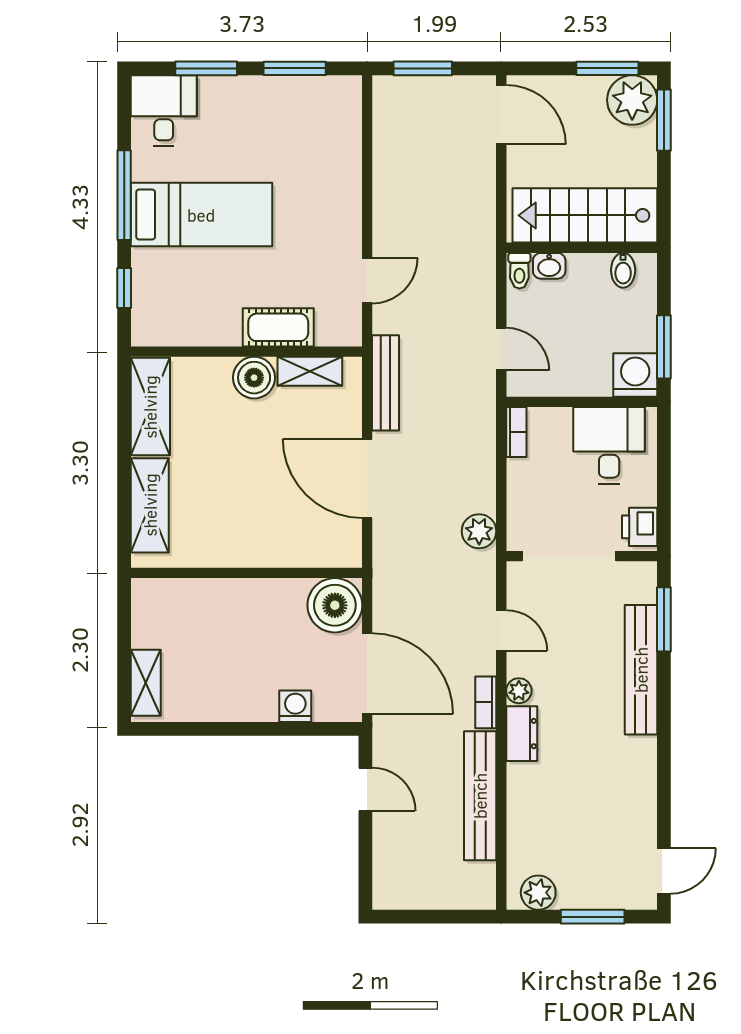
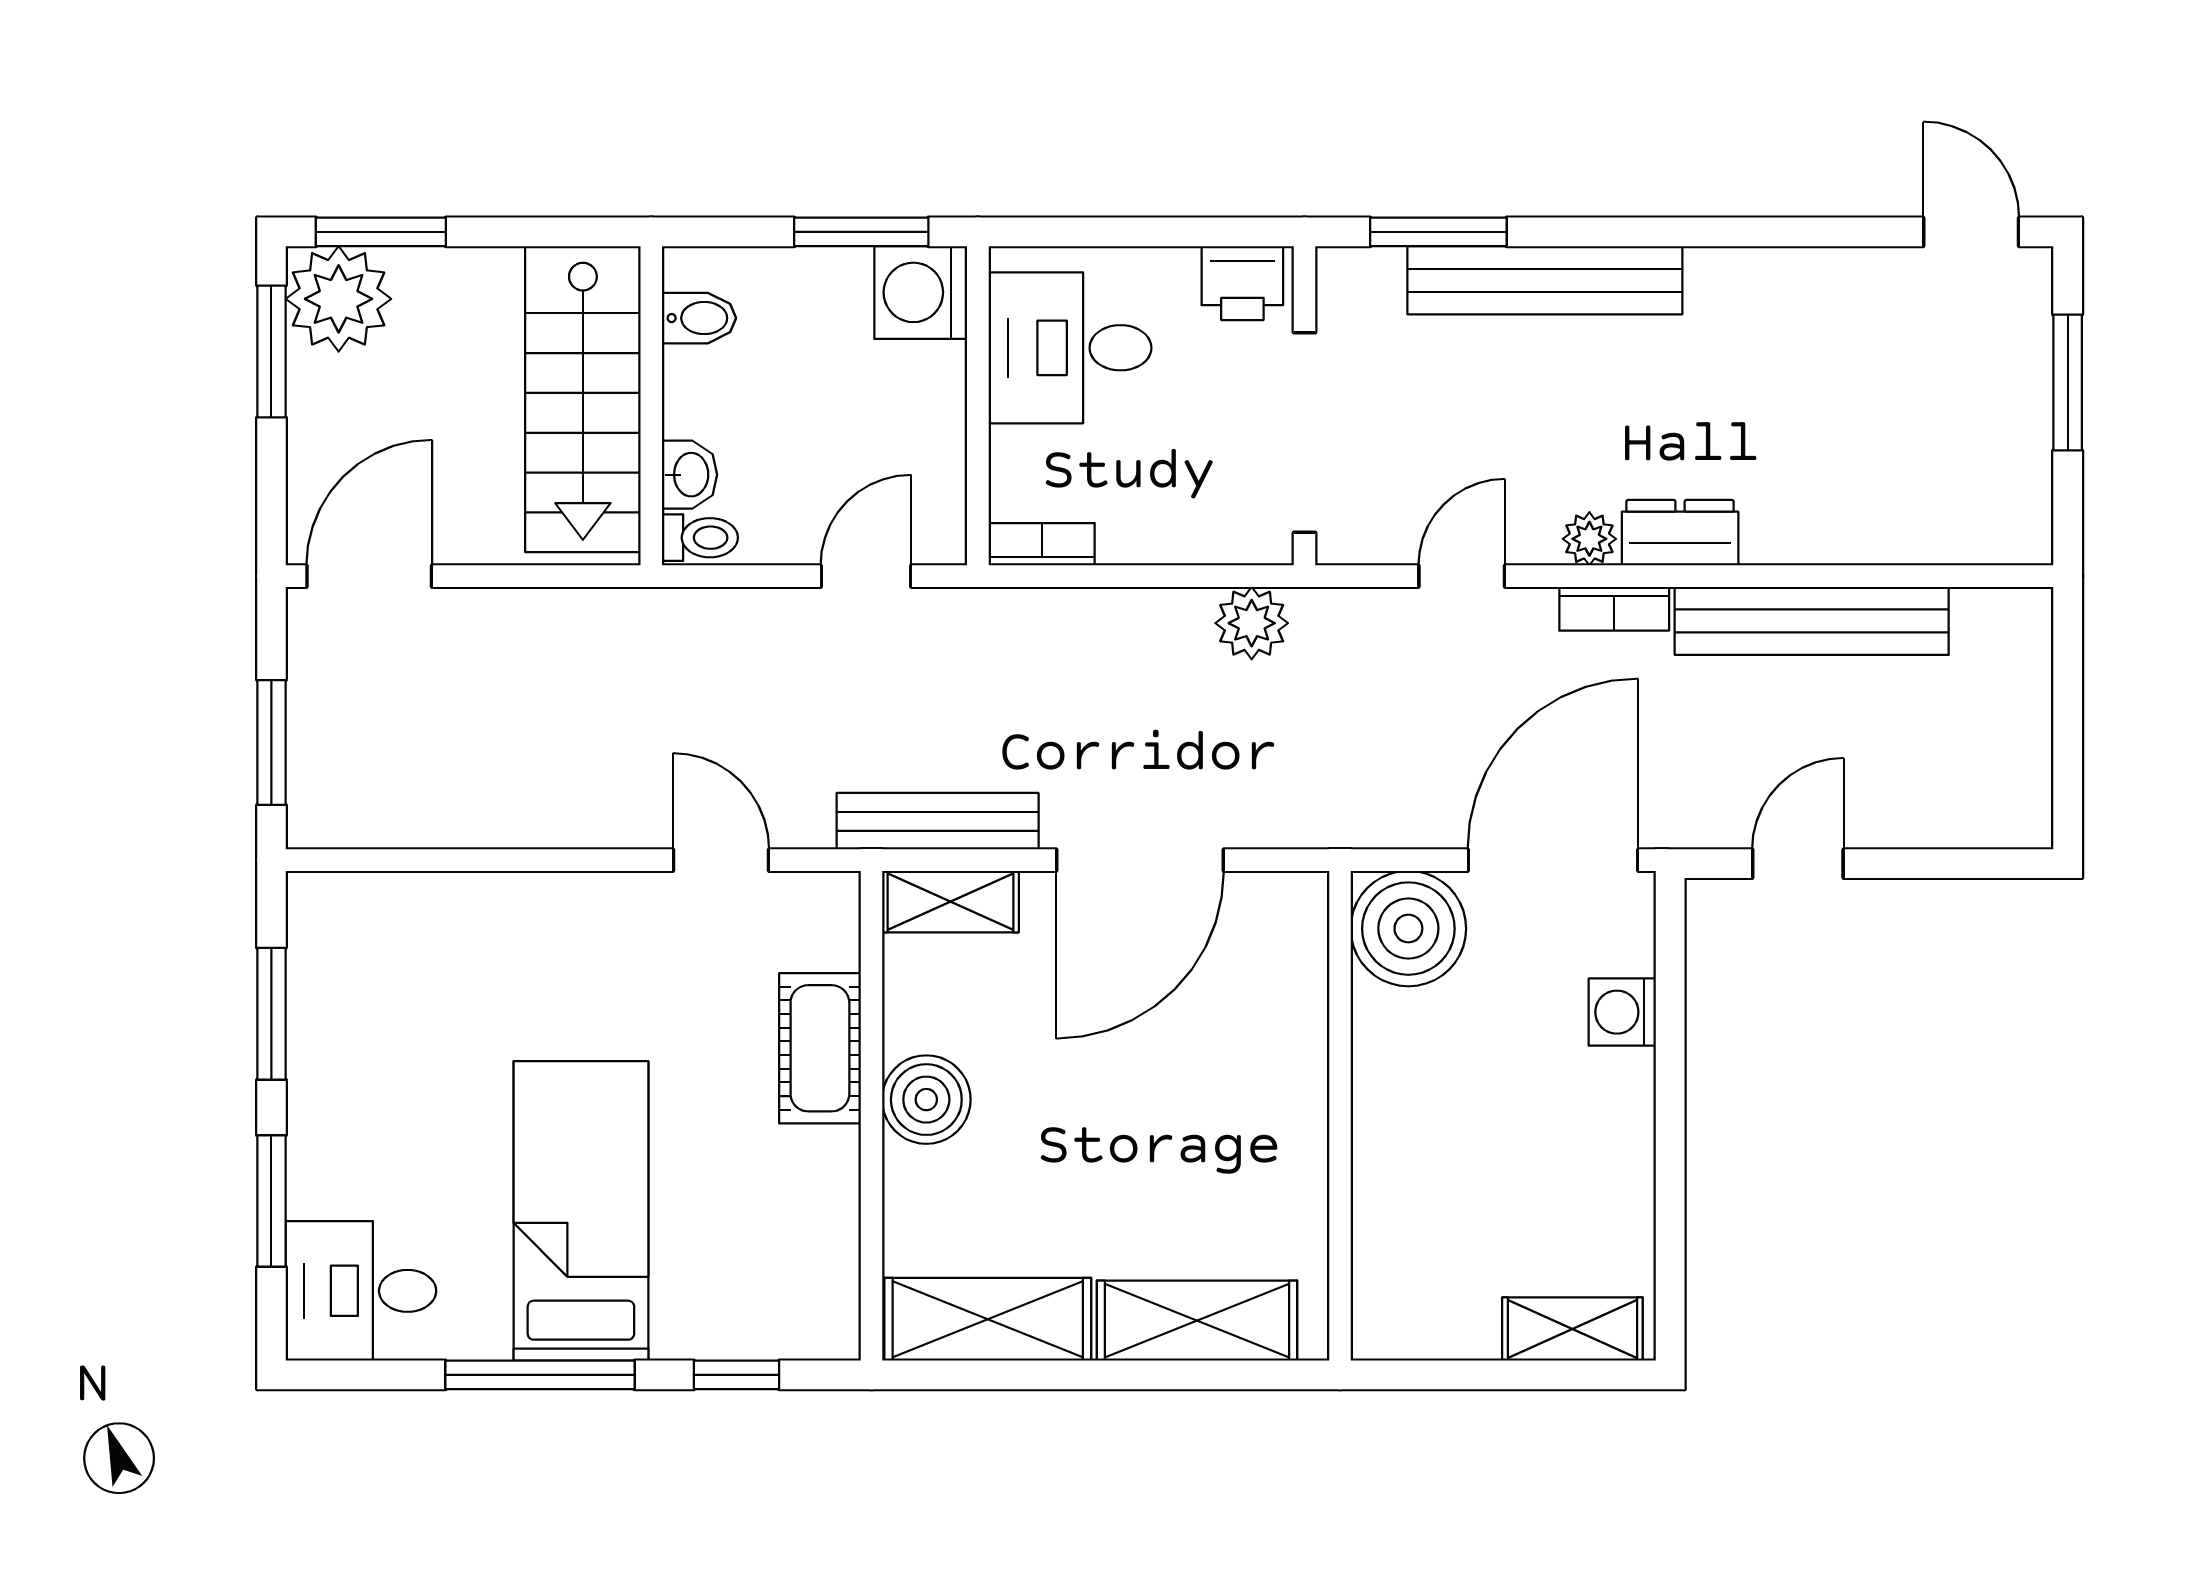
shelving: (310, 371) -> (950, 902), moved, turned 90
plant: (538, 893) -> (2017, 498), removed

